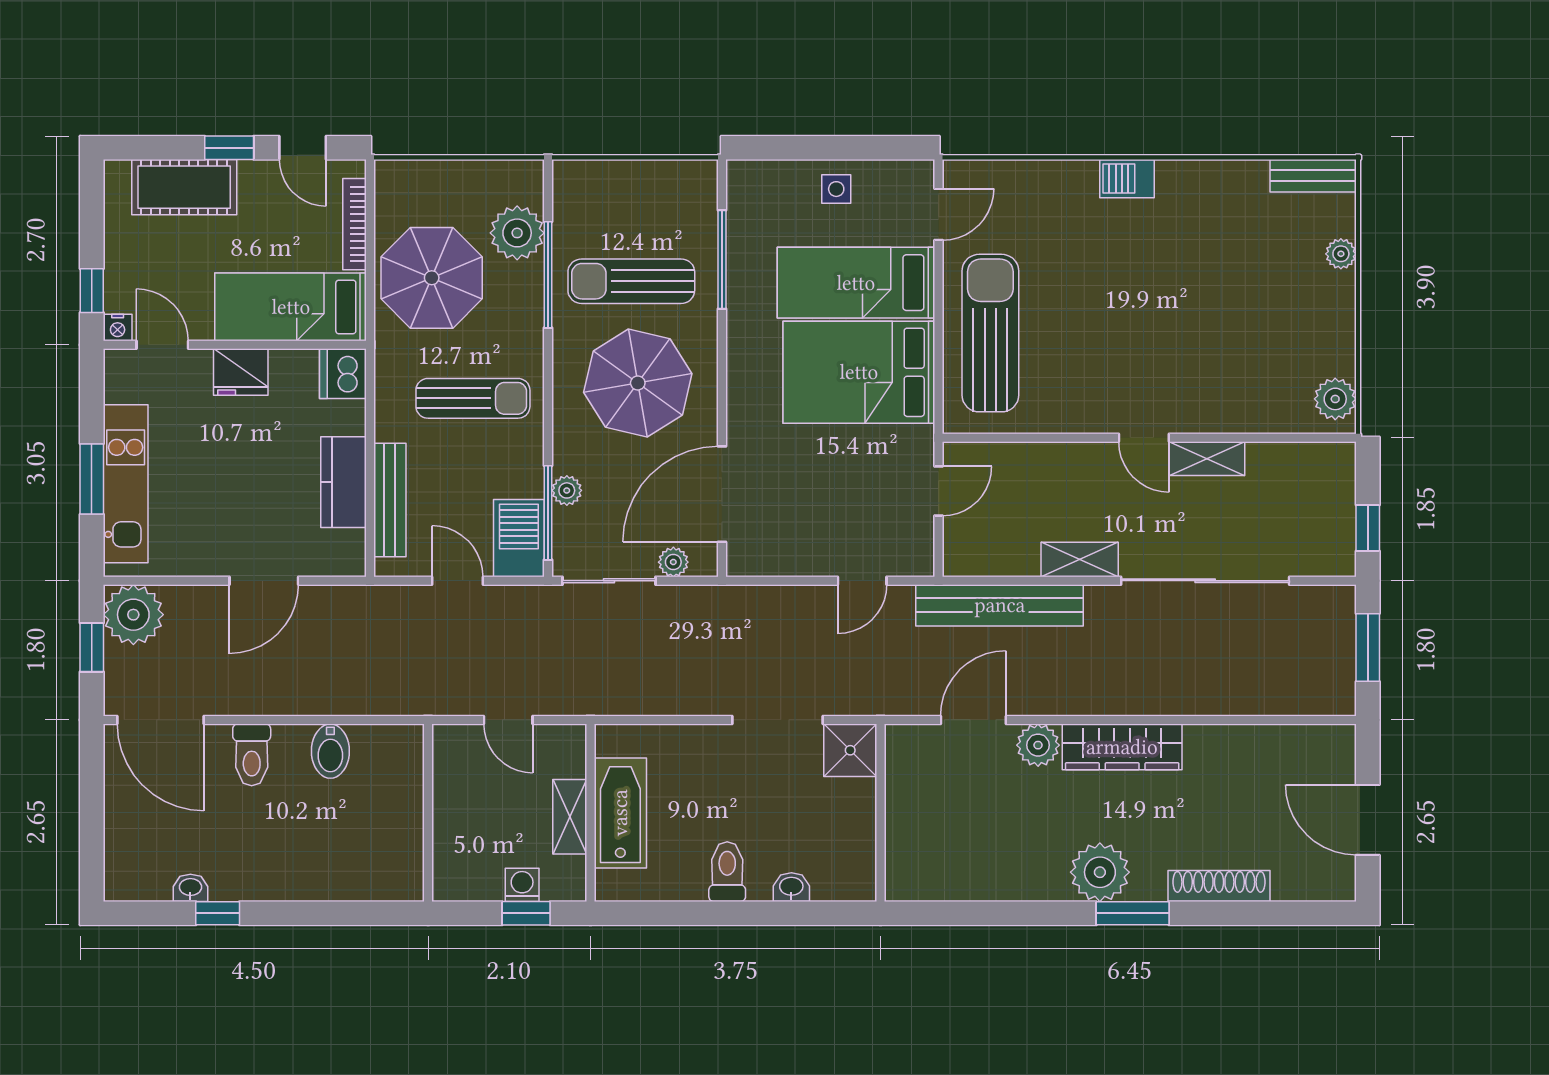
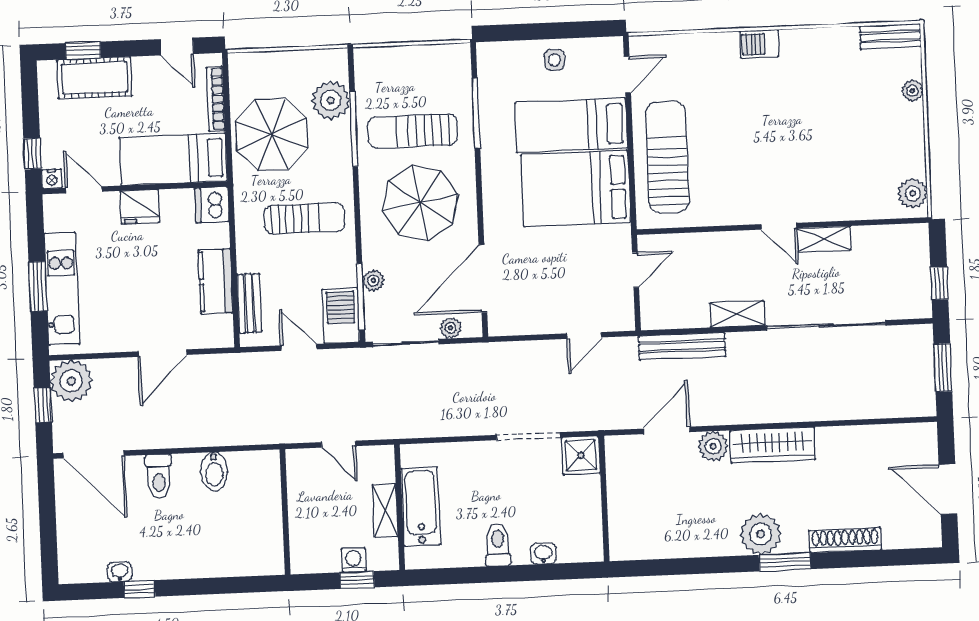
window: (229, 148) -> (83, 50), moved
bench: (390, 500) -> (249, 303), width x0.73
bench: (1000, 605) -> (682, 346), width x0.73, depth x0.82

